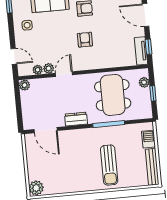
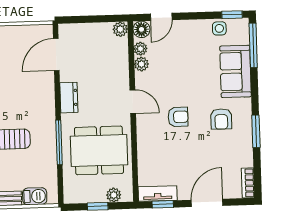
side table: (27, 25) -> (219, 28), moved
floor lamp: (24, 70) -> (141, 29), added
door: (64, 74) -> (133, 102), moved

